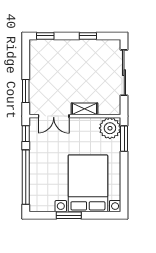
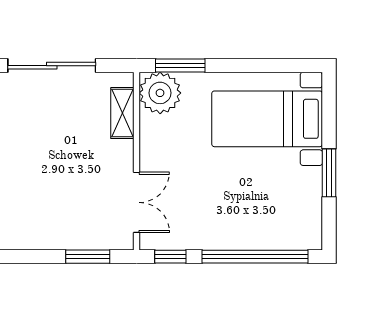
shelving: (85, 109) -> (122, 113), moved
bed with nightstands: (88, 183) -> (267, 119), width x0.73

